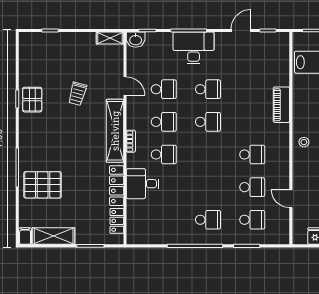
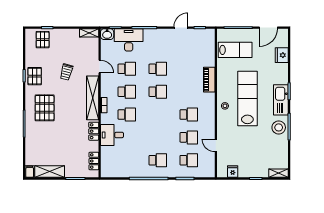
pallet: (44, 47) -> (43, 40), added
desk: (194, 48) -> (129, 40), moved
pallet: (43, 185) -> (45, 108), moved, turned 90
locker: (117, 186) -> (94, 131), width x0.66

